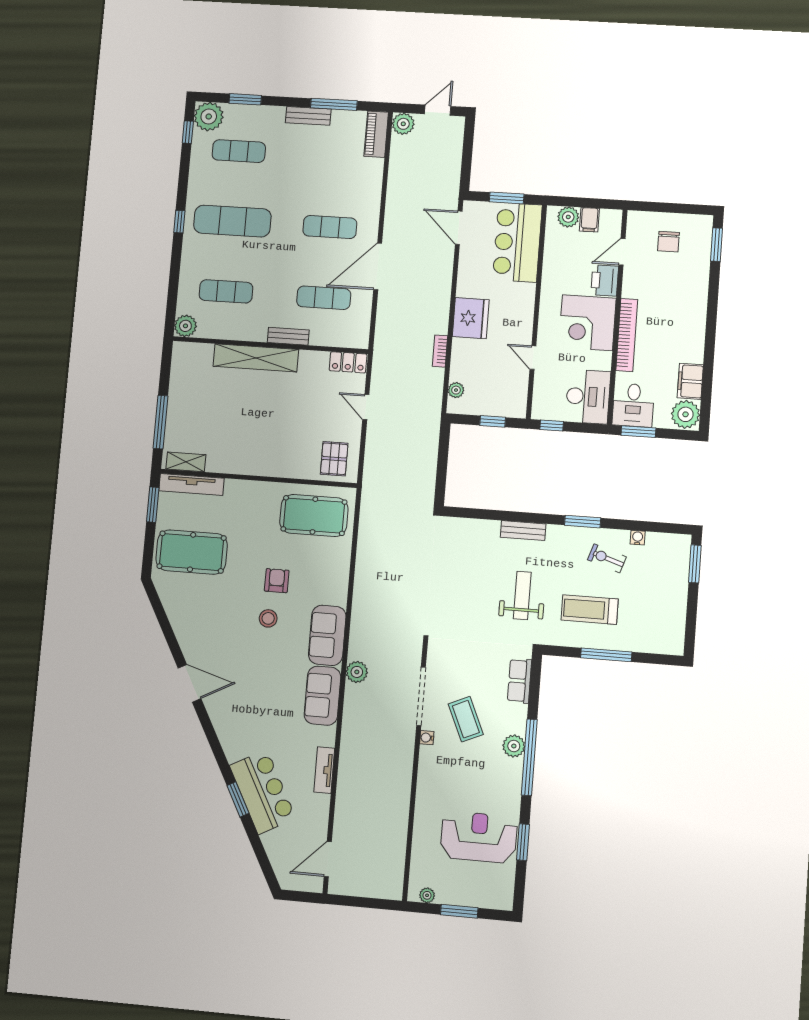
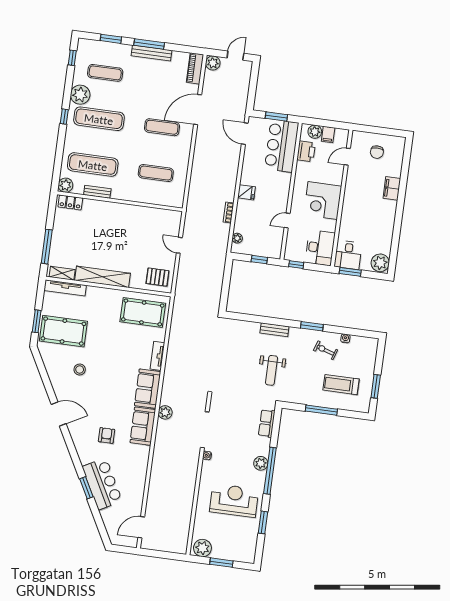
window: (334, 104) -> (149, 44), moved
bench: (308, 116) -> (151, 53), width x1.36
plant: (209, 117) -> (80, 95), moved
window: (717, 245) -> (407, 156), removed
door: (378, 266) -> (198, 110), moved
printer: (605, 280) -> (306, 151), moved, turned 180
exercise mat: (226, 291) -> (93, 165), width x1.36, depth x1.45
fridge: (471, 318) -> (246, 192), width x0.53, depth x0.75
bookcase: (627, 335) -> (347, 210), removed
bench: (288, 336) -> (97, 192), moved
shelving: (256, 358) -> (103, 277), moved
door: (533, 358) -> (287, 221), hinge flipped
locker: (348, 362) -> (70, 202), moved
filing cabinet: (690, 381) -> (392, 188), moved
pallet: (334, 459) -> (157, 277), turned 90
window: (153, 505) -> (37, 321), moved
window: (695, 564) -> (376, 386), moved
armchair: (277, 581) -> (106, 435), moved
weight bench: (522, 595) -> (271, 370), turned 180
treadmill: (590, 610) -> (341, 385), moved
stool: (268, 618) -> (80, 370), moved
coffee table: (466, 719) -> (232, 445), removed
tv unit: (324, 770) -> (157, 356), moved
reception desk: (479, 837) -> (234, 500), moved
plant: (427, 895) -> (202, 548), width x1.88, depth x1.88

